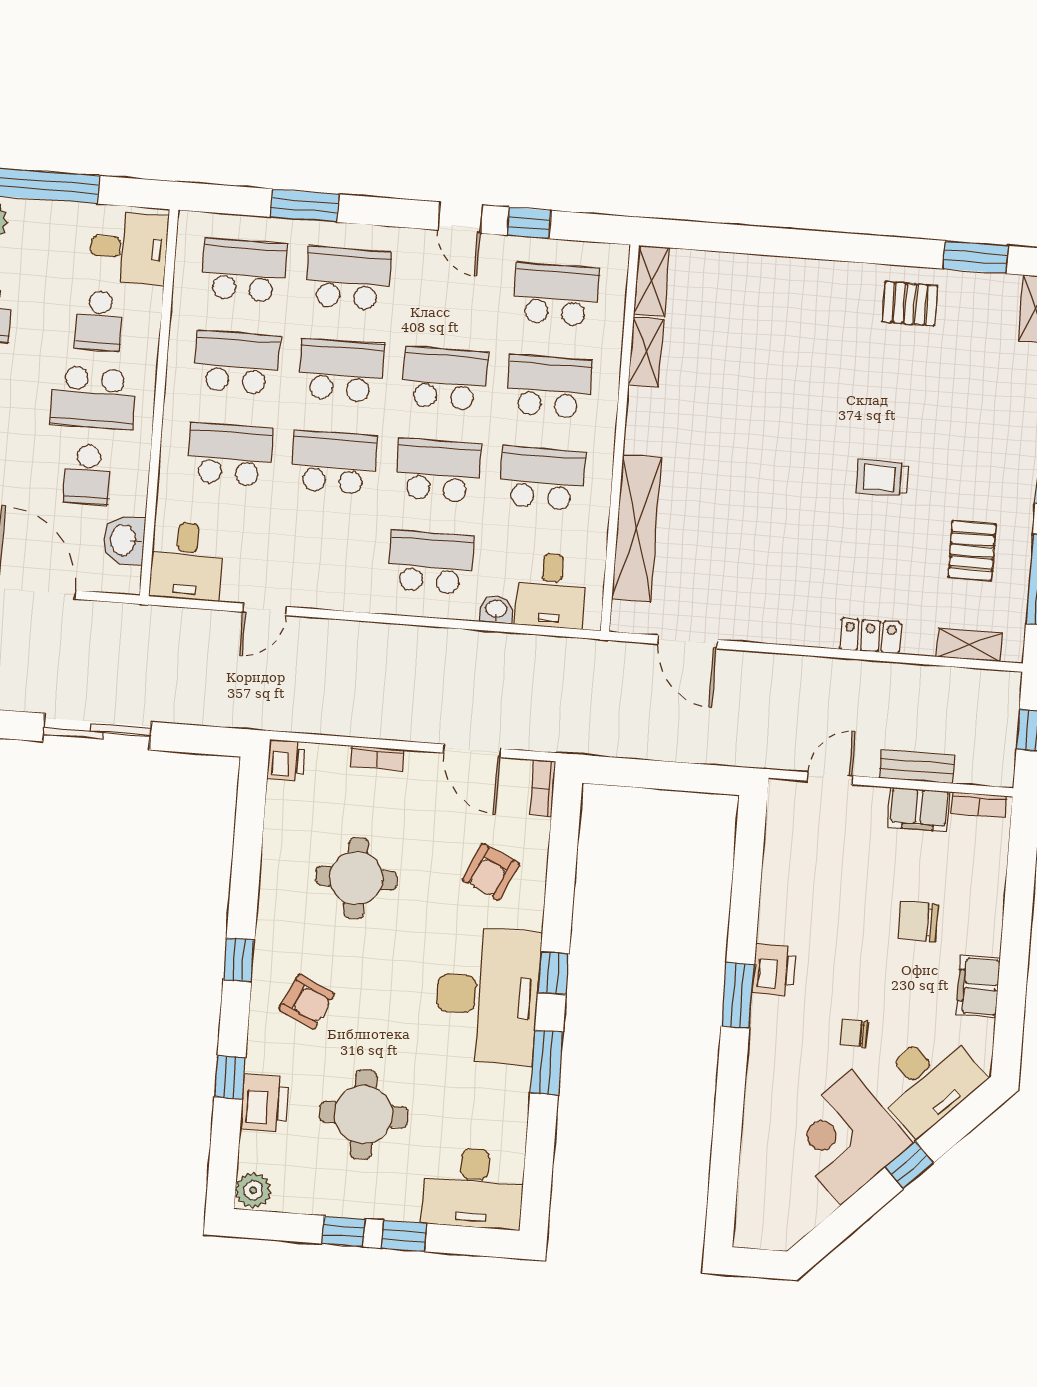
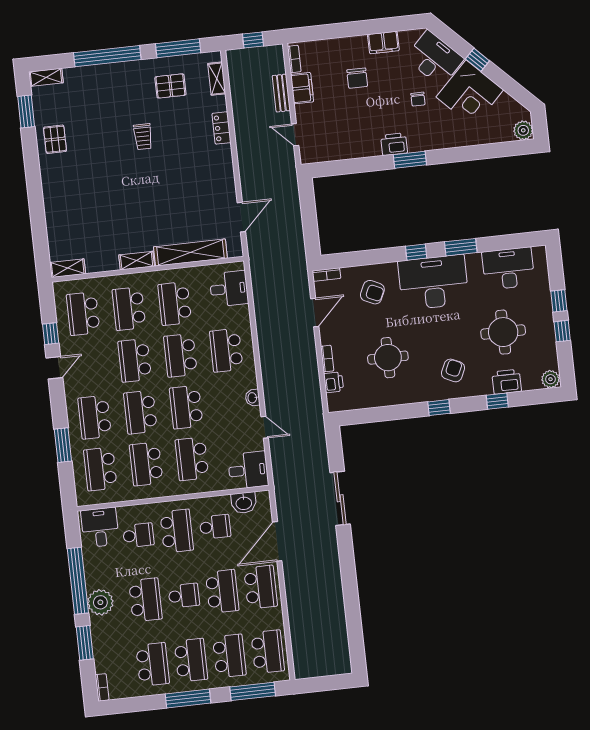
shelving: (646, 352) -> (137, 261), moved
washbasin: (496, 610) -> (253, 398), moved
printer: (286, 760) -> (334, 382), moved, turned 90
desk: (473, 1188) -> (508, 268), moved, turned -90
plant: (753, 1229) -> (523, 130), added

